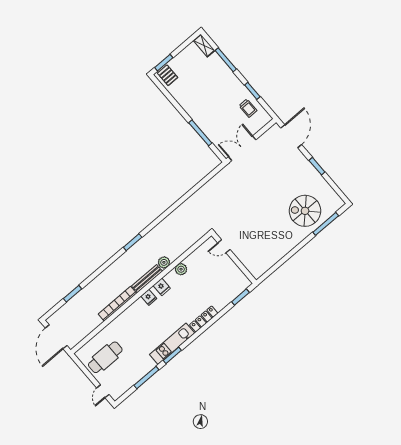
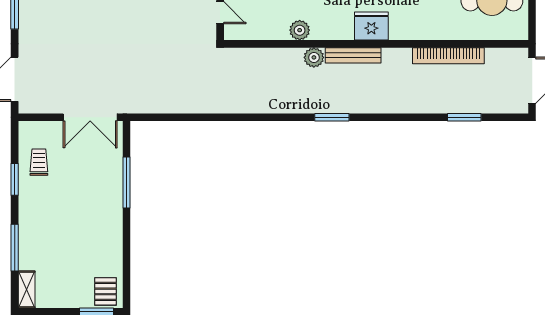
fridge: (162, 287) -> (344, 29), removed
fridge: (149, 297) -> (371, 26), width x1.88, depth x1.34
bookcase: (117, 304) -> (448, 56), moved

